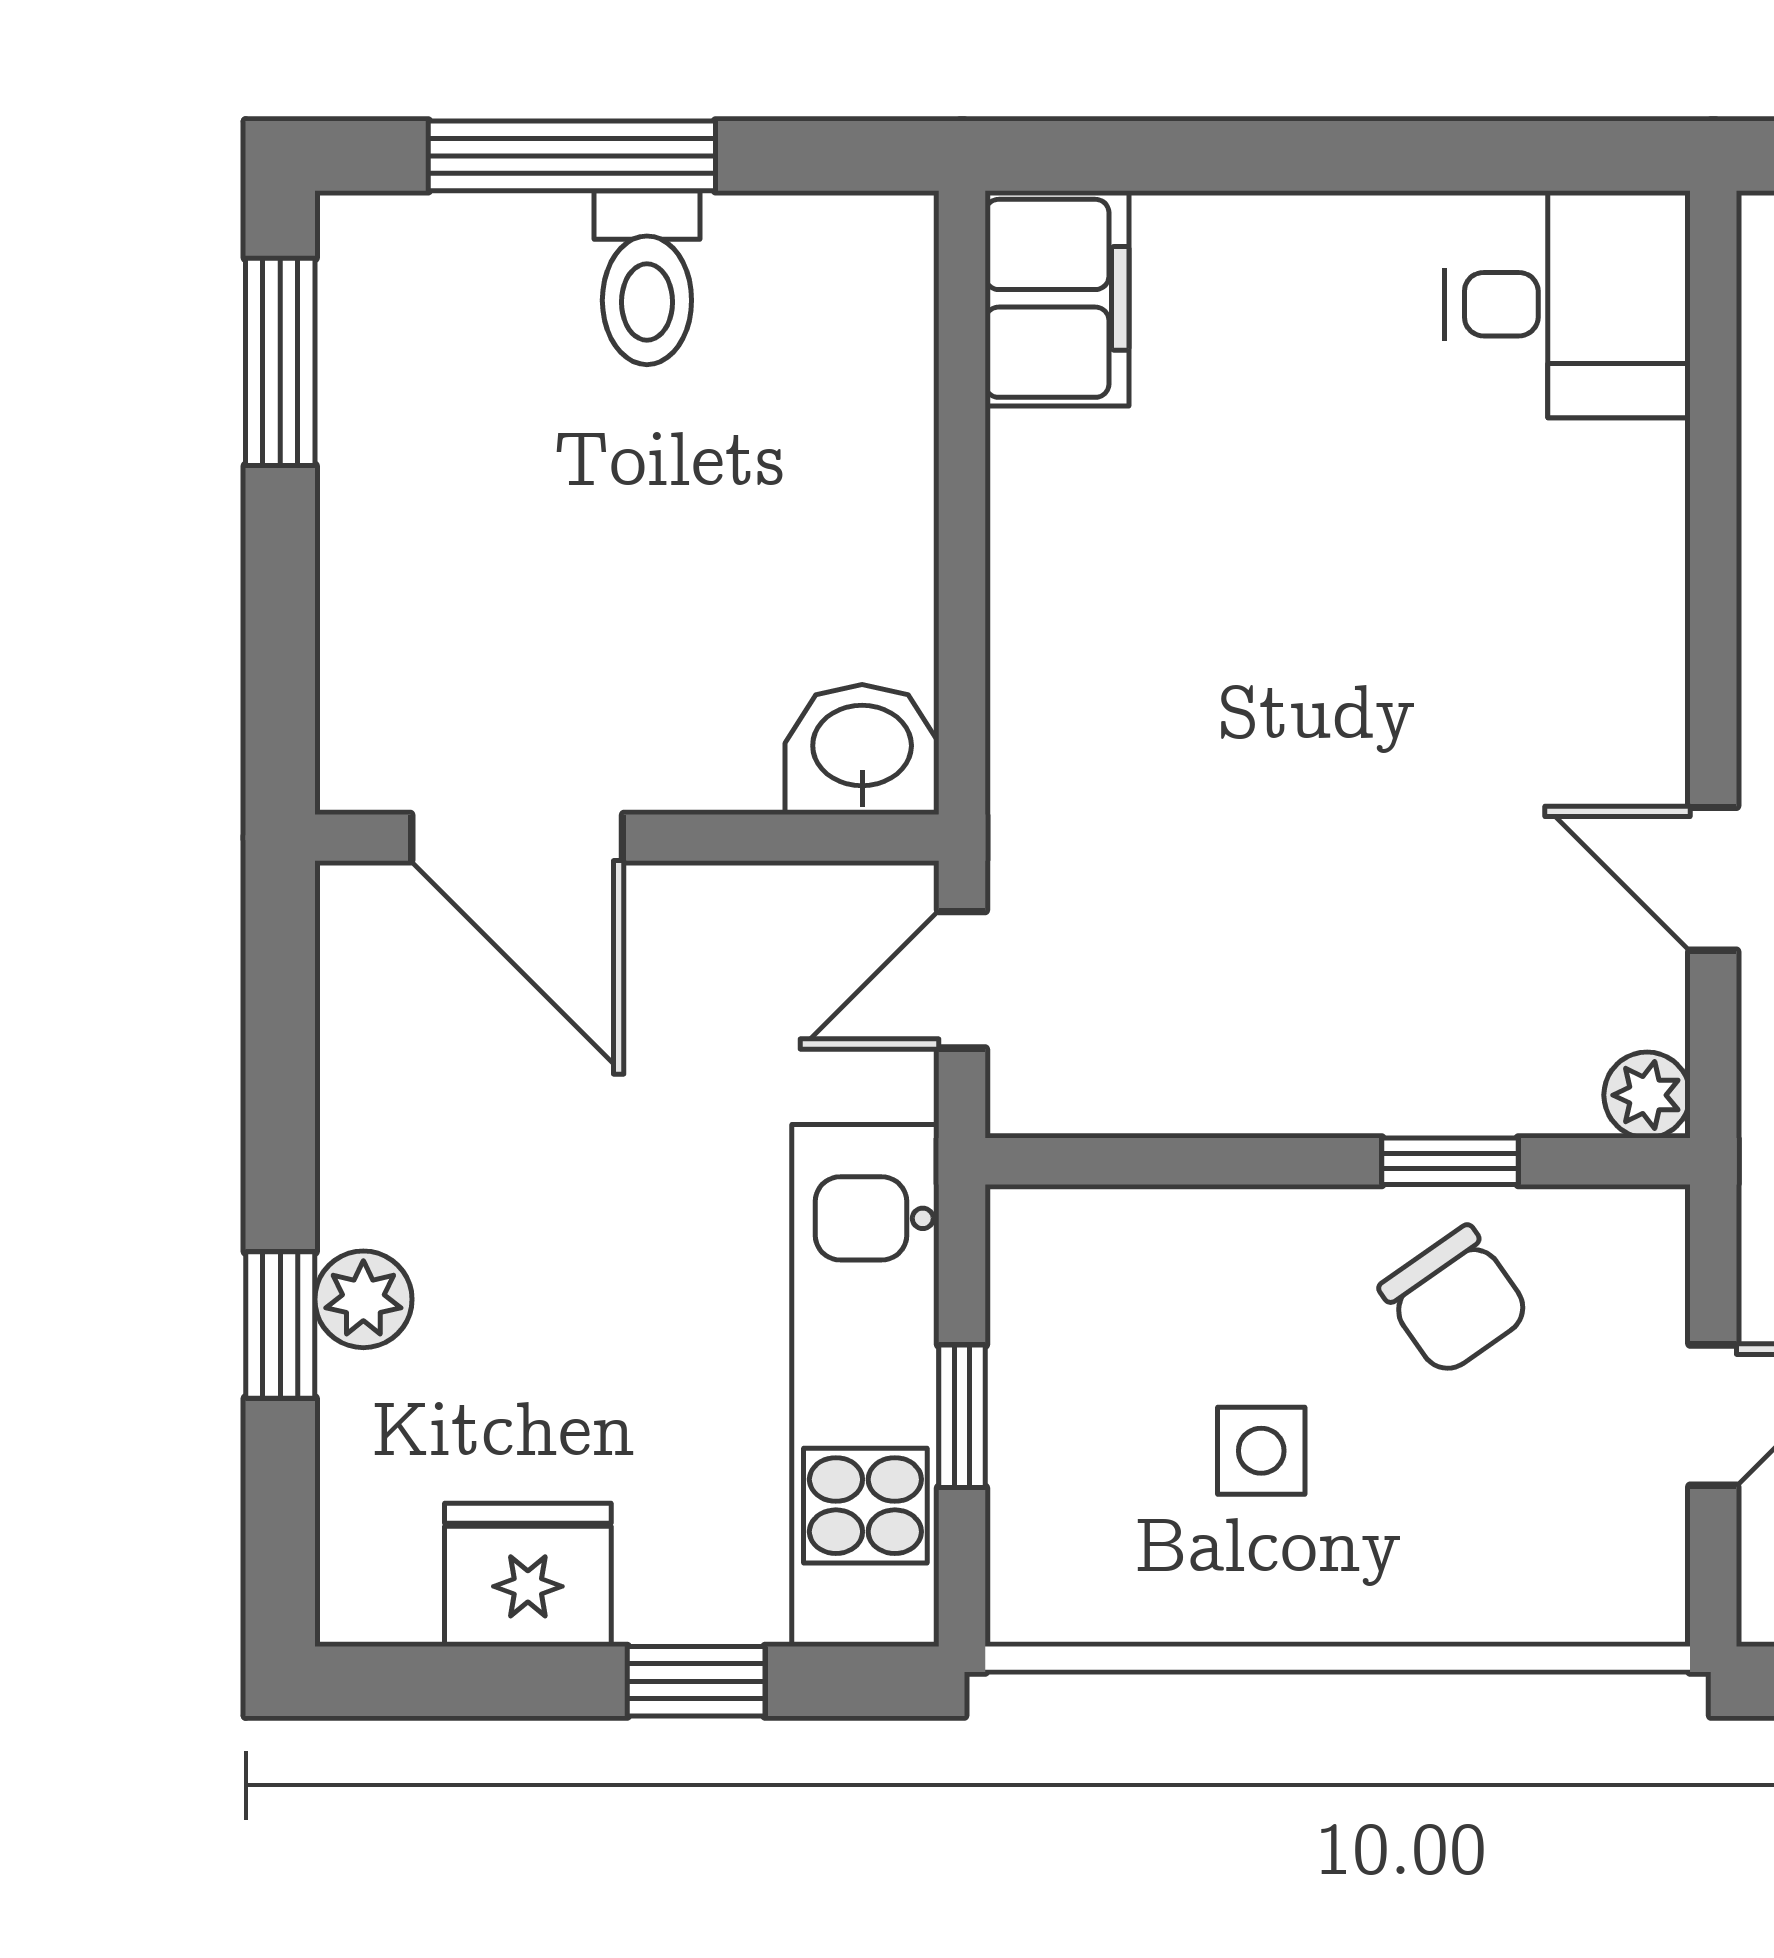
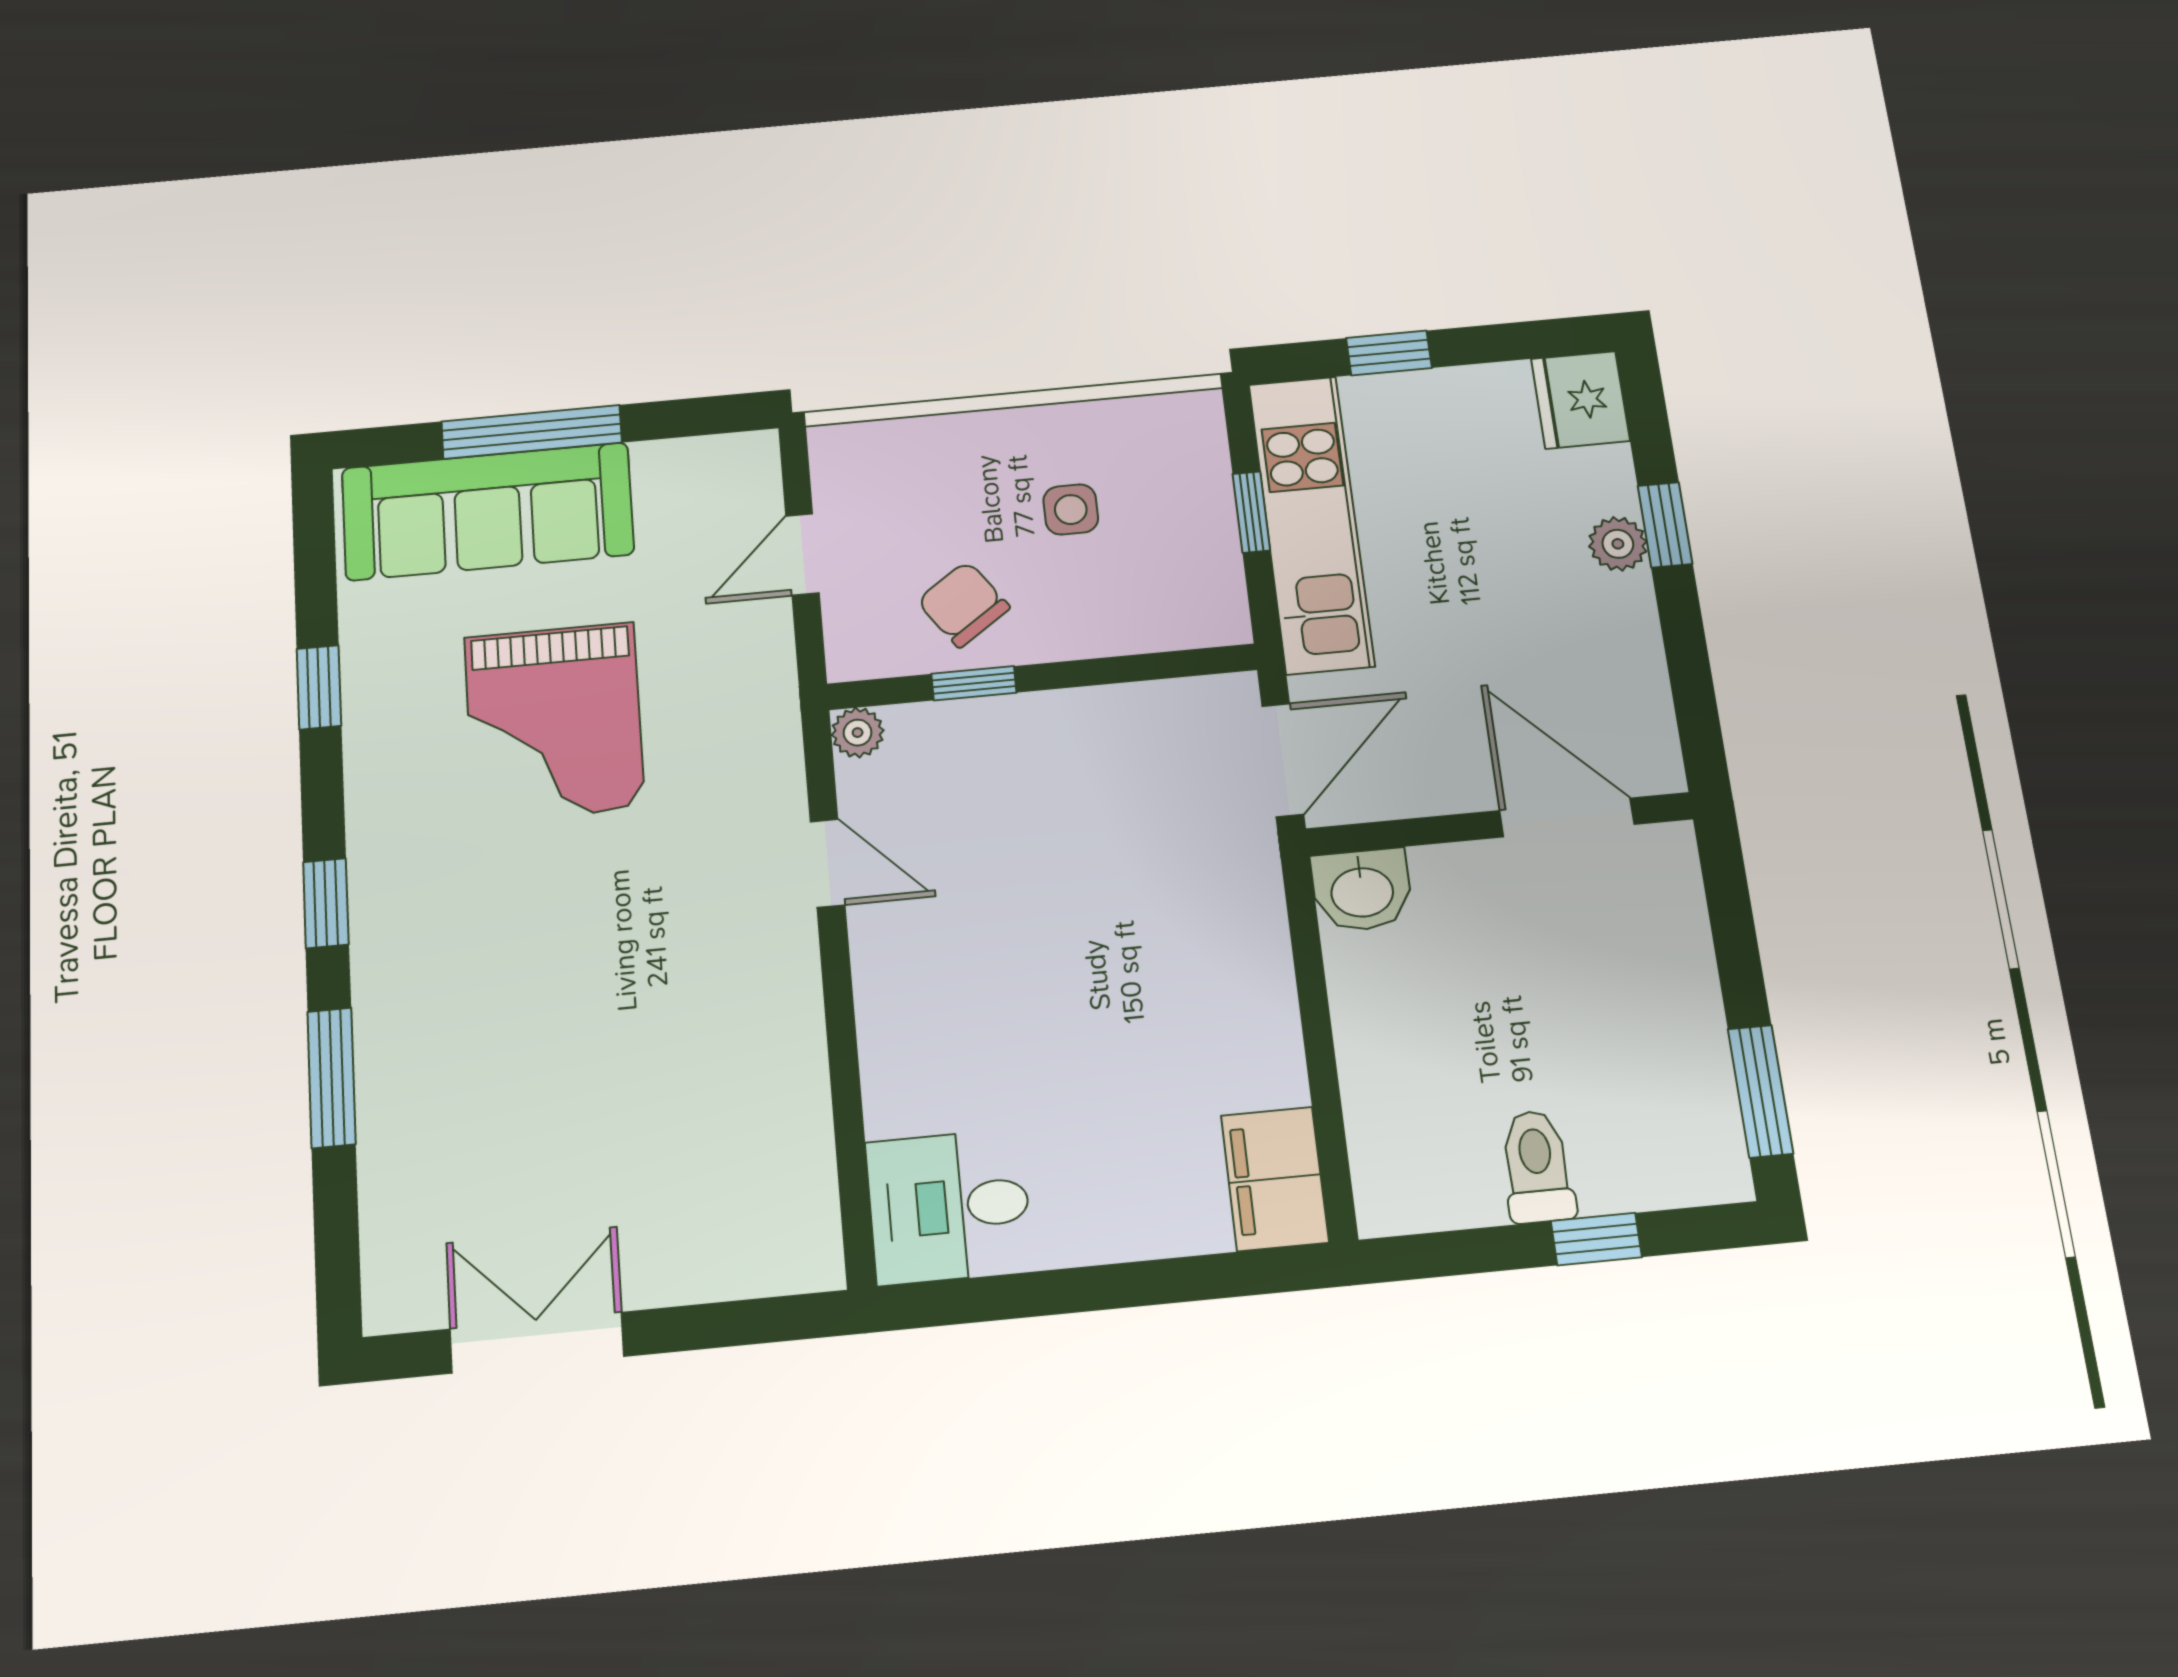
window: (572, 156) -> (1596, 1239), width x0.46
door: (962, 980) -> (1283, 760), width x1.38
fridge: (528, 1575) -> (1581, 400), moved, turned 90

